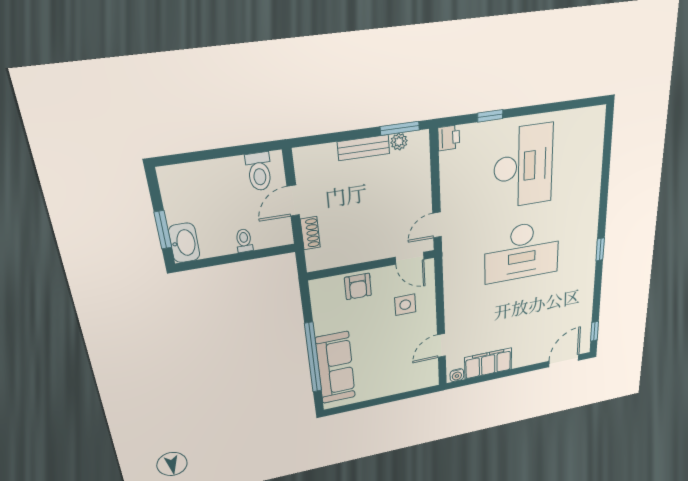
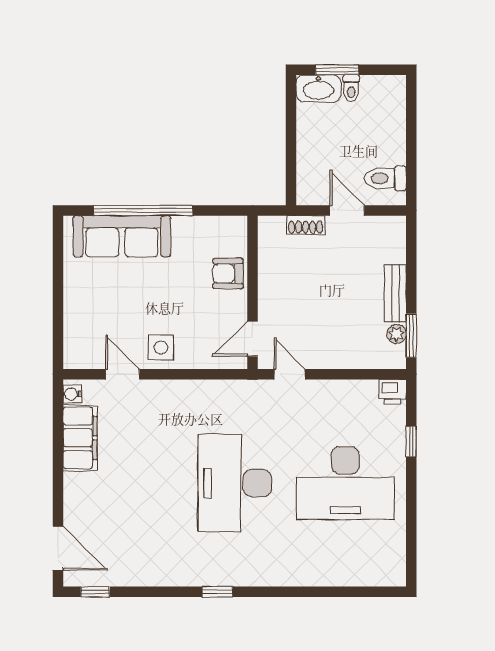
toilet: (244, 241) -> (351, 88), moved, turned 90
side table: (405, 305) -> (161, 348), moved

